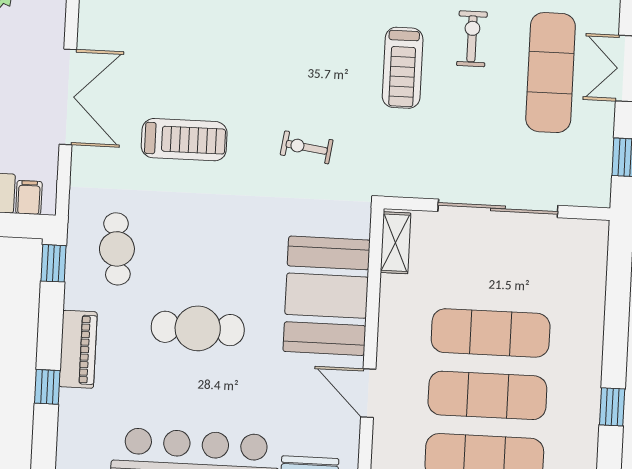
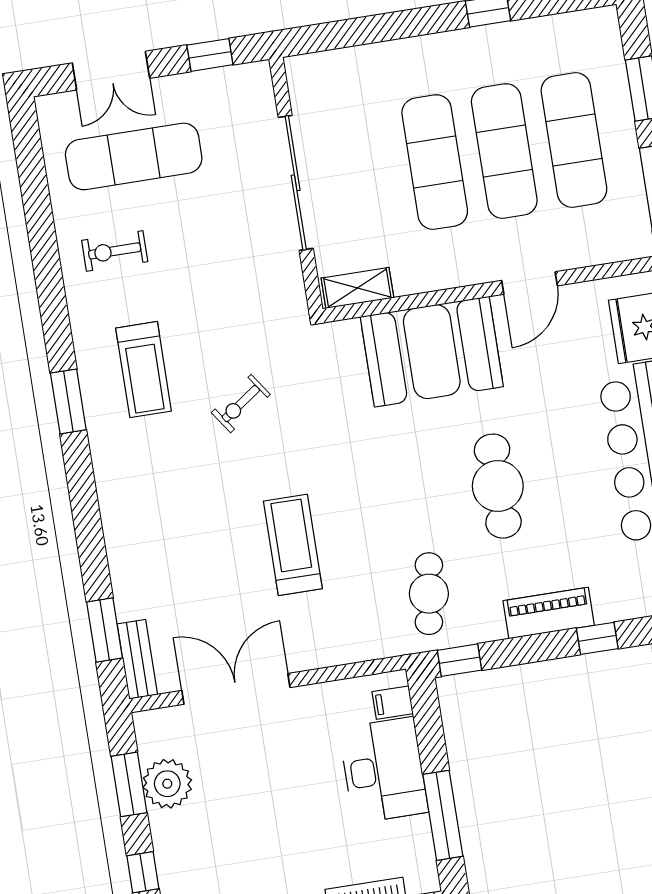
treadmill: (403, 68) -> (144, 370), moved, turned 90
double door: (68, 97) -> (236, 689), moved
exercise bike: (307, 147) -> (241, 404), moved, turned 47
cafe table: (117, 249) -> (429, 594), turned -76

